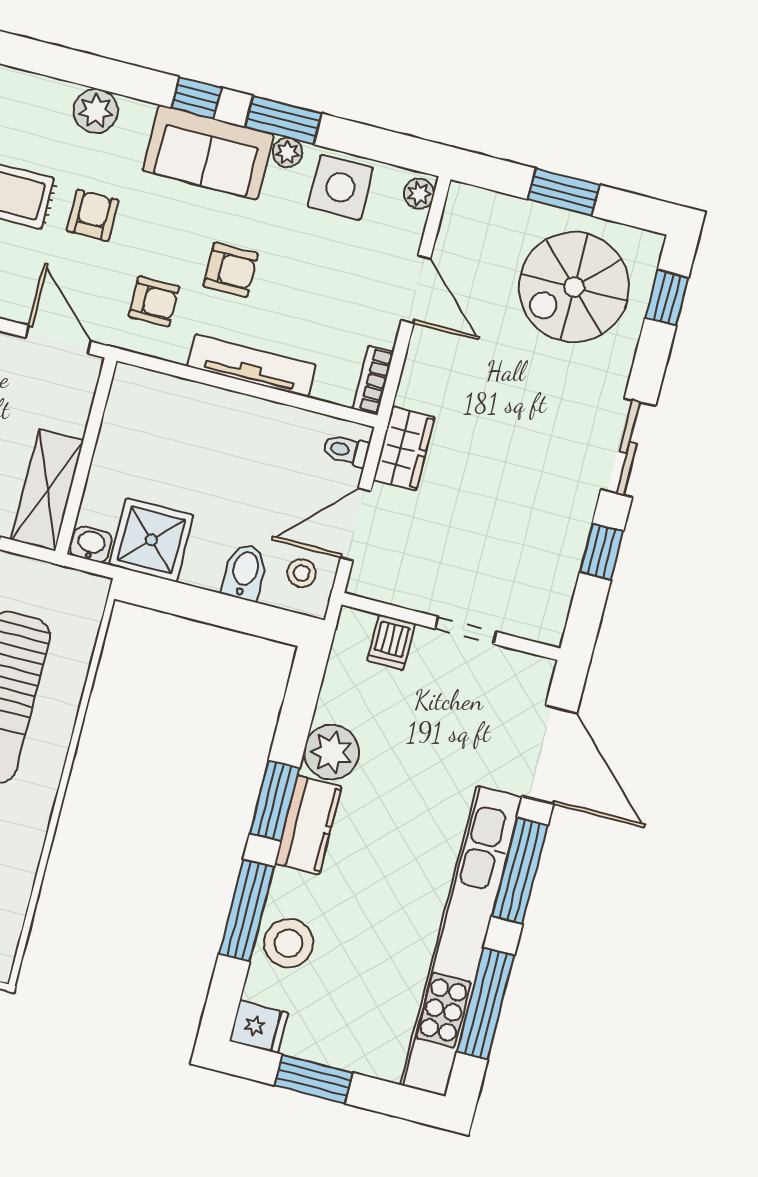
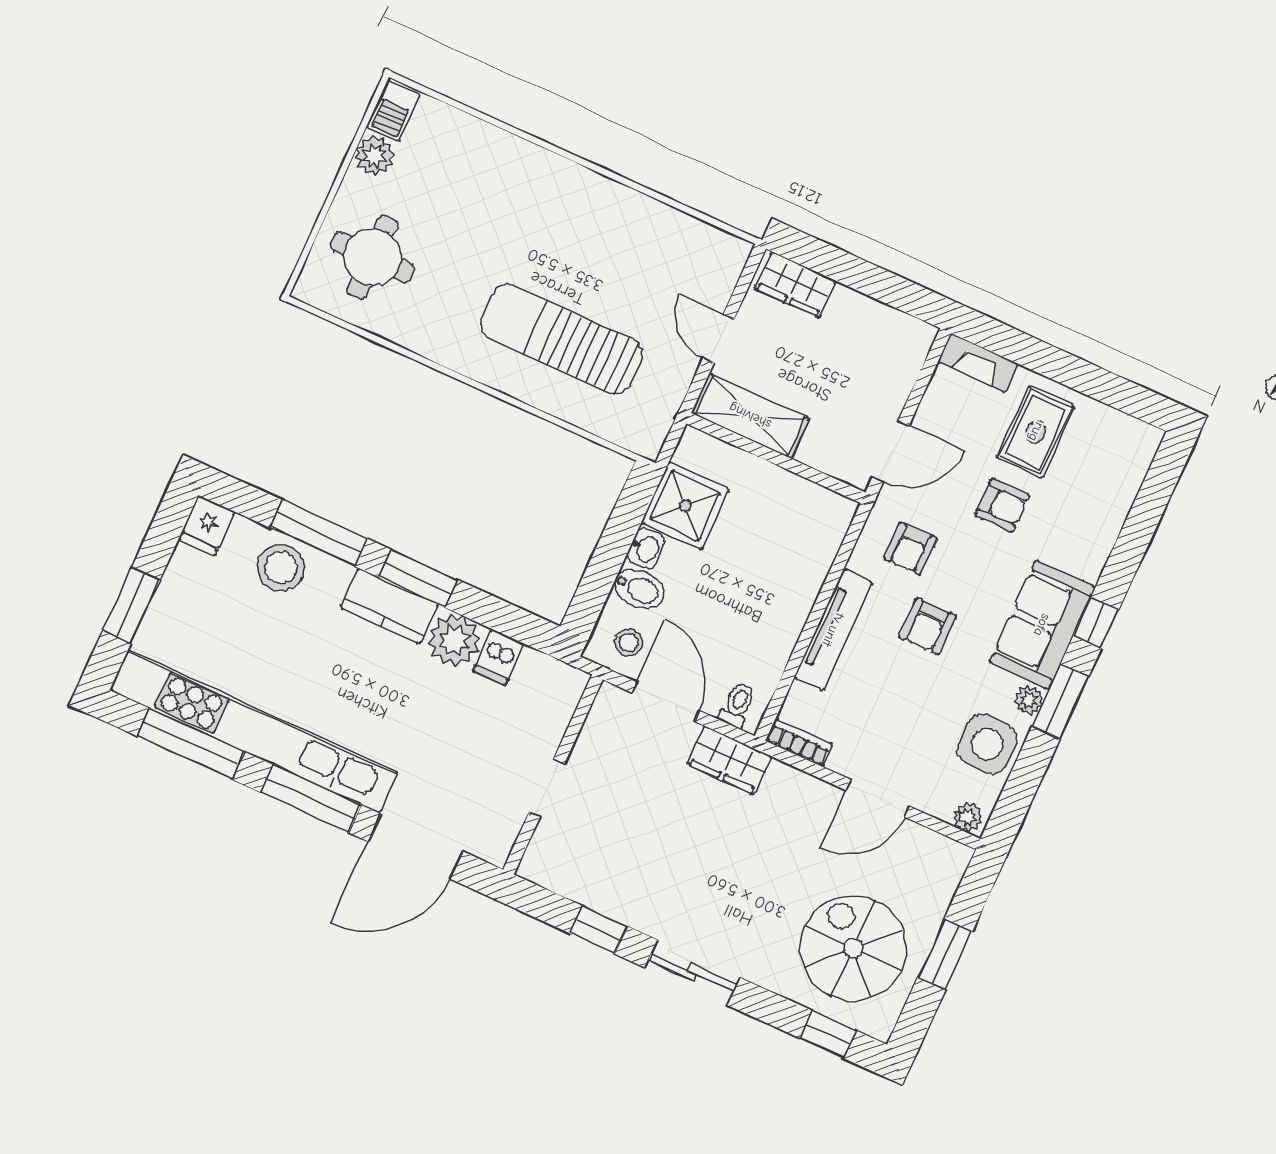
plant: (96, 111) -> (1101, 525), removed
washbasin: (91, 544) -> (646, 548), moved
dishwasher: (391, 642) -> (499, 657), moved, turned -90
window: (314, 1079) -> (131, 605), moved

